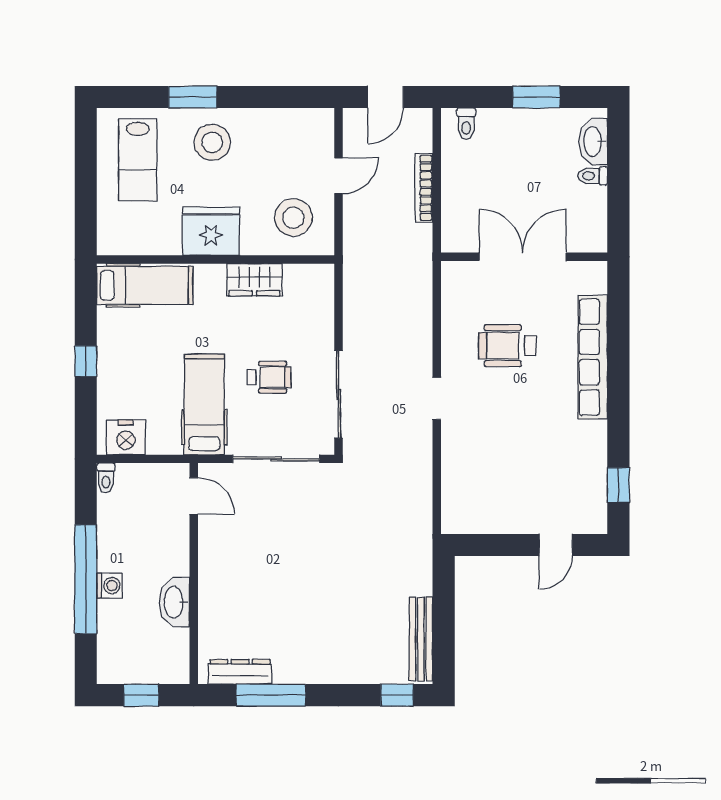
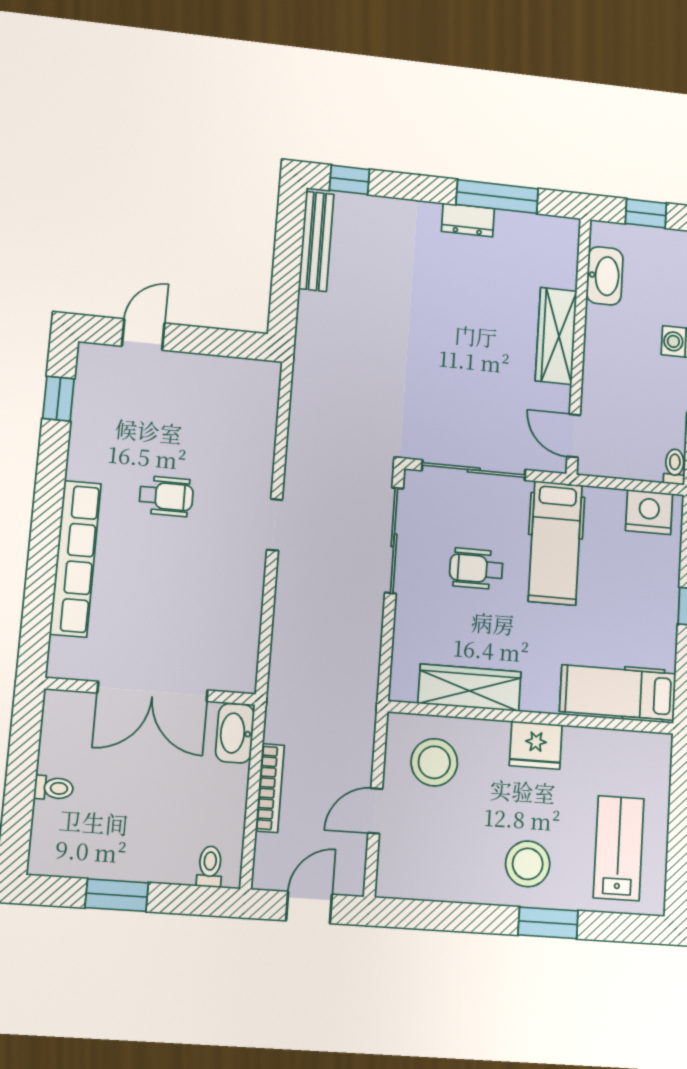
washbasin: (593, 141) -> (235, 733), moved, turned 180
fridge: (211, 231) -> (536, 745), width x0.73, depth x0.75
wardrobe: (254, 280) -> (470, 688), width x1.50
wheelchair: (507, 346) -> (166, 496), moved, width x0.73, depth x0.73
wardrobe: (213, 580) -> (556, 336), added
washbasin: (174, 602) -> (605, 276), moved
dresser: (240, 672) -> (468, 220), moved, width x0.70

